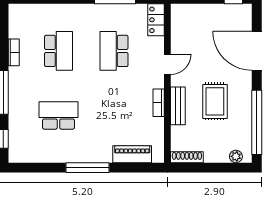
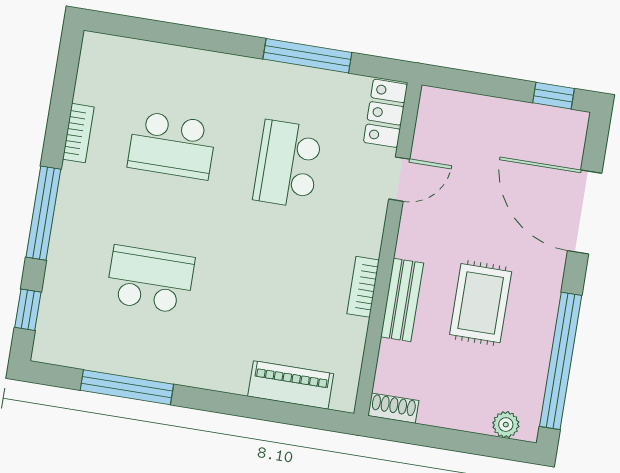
school desk: (58, 51) -> (172, 145), turned 90
door: (167, 64) -> (399, 179), moved
shoe rack: (187, 157) -> (393, 408), width x0.70
window: (87, 168) -> (127, 387), moved

